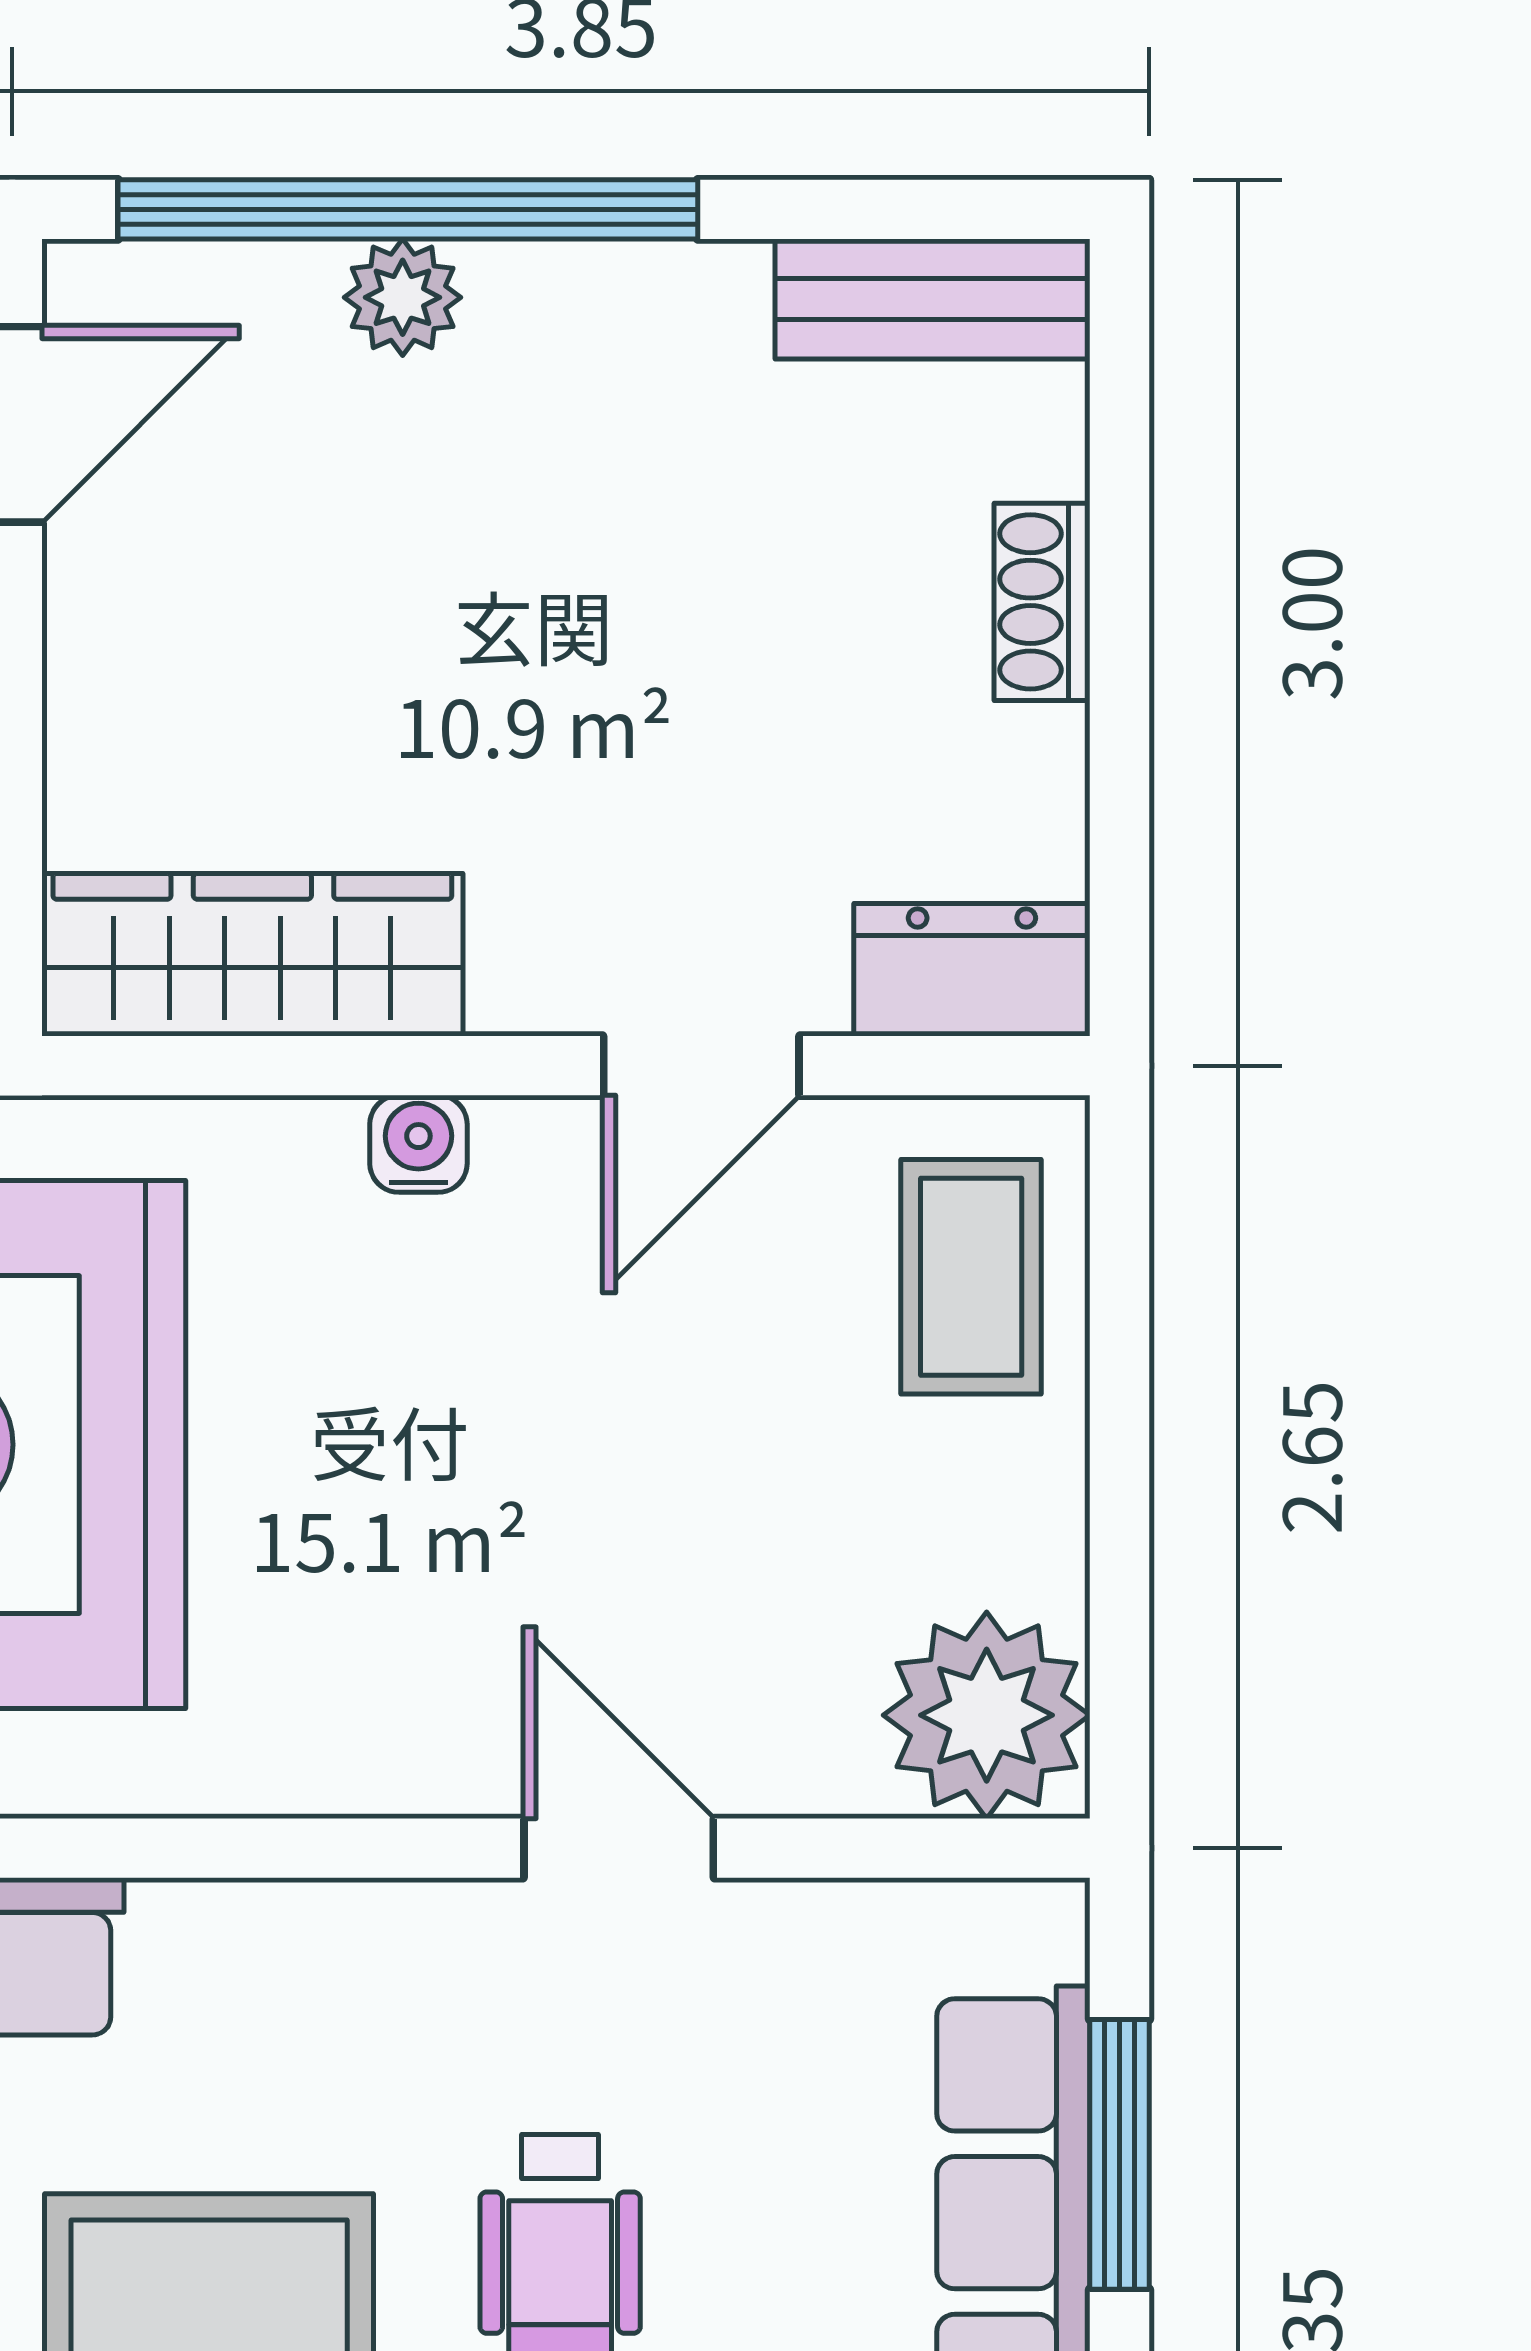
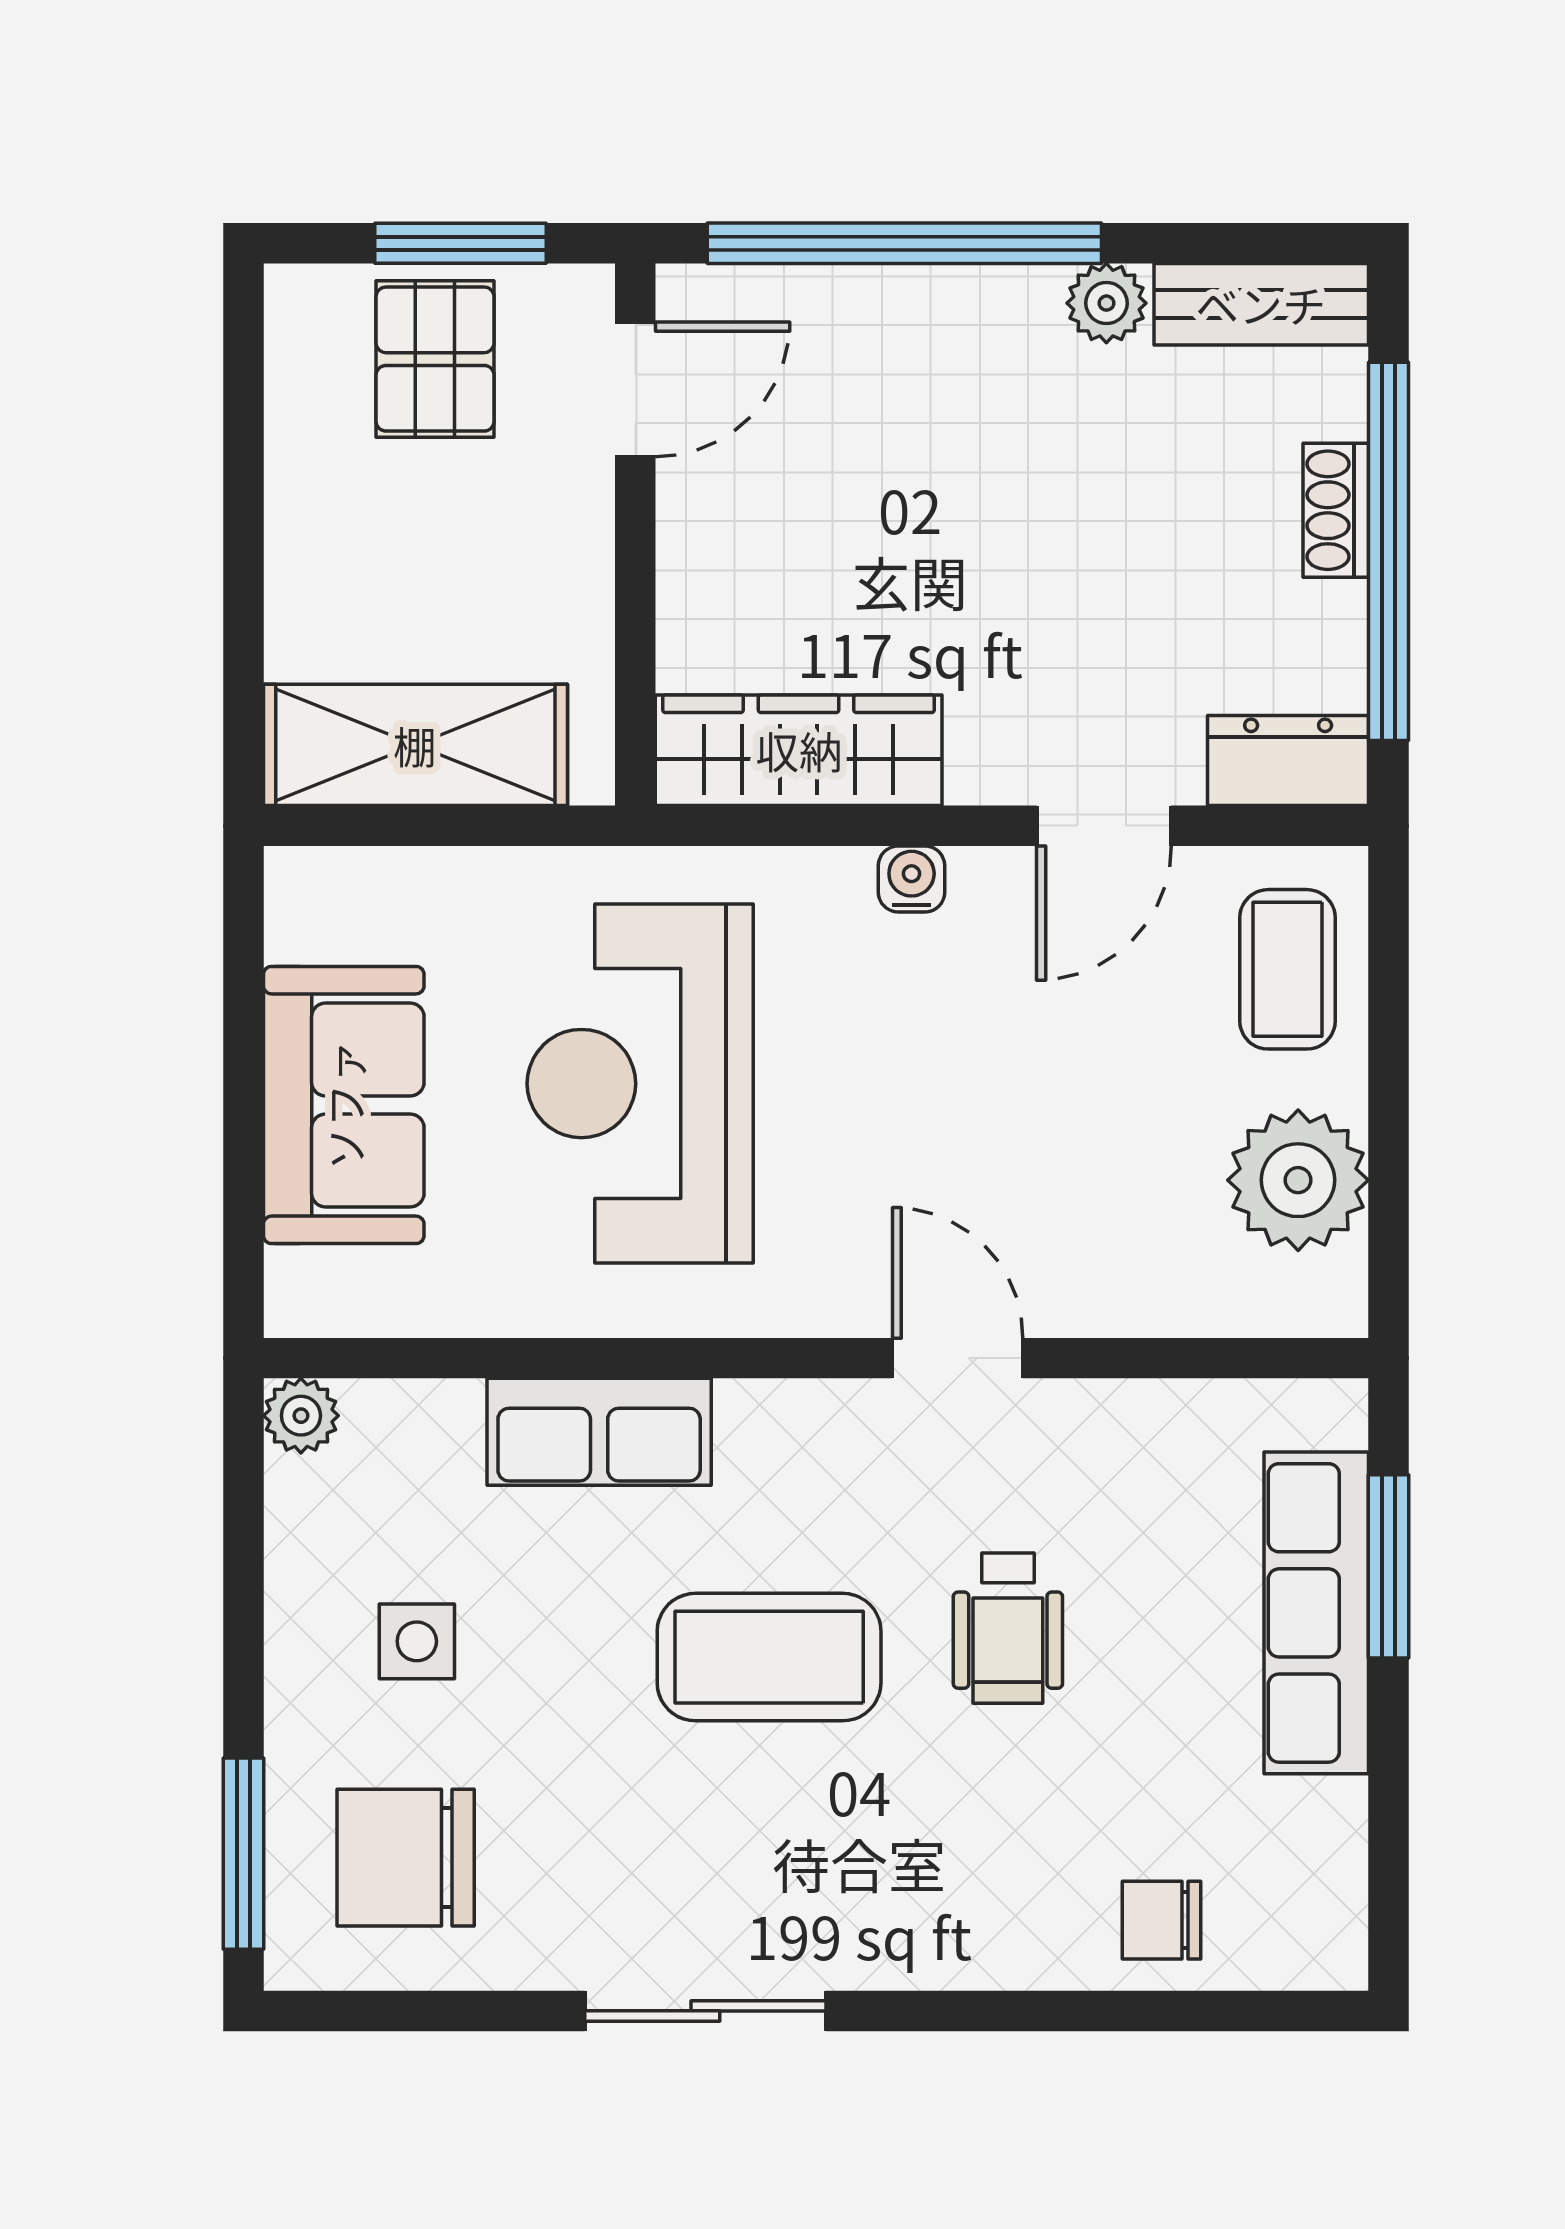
plant: (403, 297) -> (1106, 303), moved
window: (1119, 662) -> (1388, 551), added
plant: (987, 1715) -> (1298, 1180), moved
door: (619, 1848) -> (958, 1358), moved

